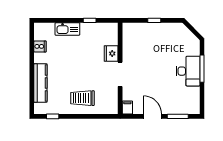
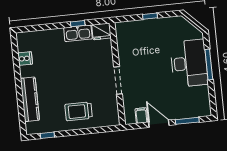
kitchen sink: (67, 29) -> (78, 33), moved
fridge: (111, 54) -> (101, 31), moved, turned -90
desk: (188, 71) -> (189, 63), width x1.36, depth x1.30
filing cabinet: (127, 108) -> (141, 115), moved

